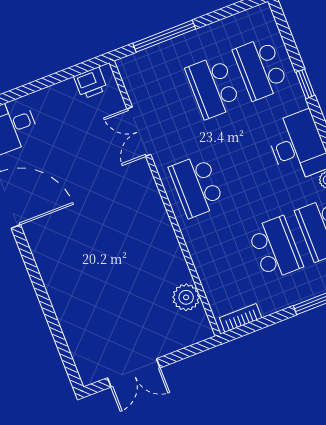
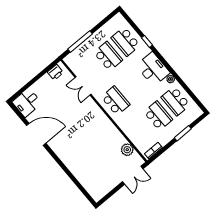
school desk: (213, 87) -> (108, 56), turned 180
school desk: (197, 186) -> (115, 101), turned 180
double door: (134, 373) -> (133, 175), moved

